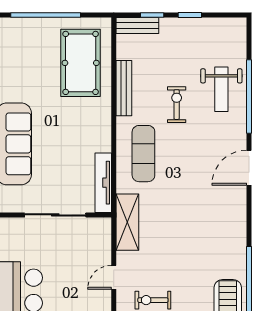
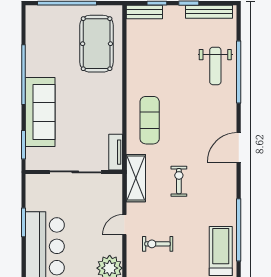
bench: (124, 88) -> (209, 12), moved, turned 90
exercise bike: (177, 105) -> (179, 181), moved
door: (249, 168) -> (239, 147), moved
tv unit: (103, 183) -> (116, 152), width x0.71

